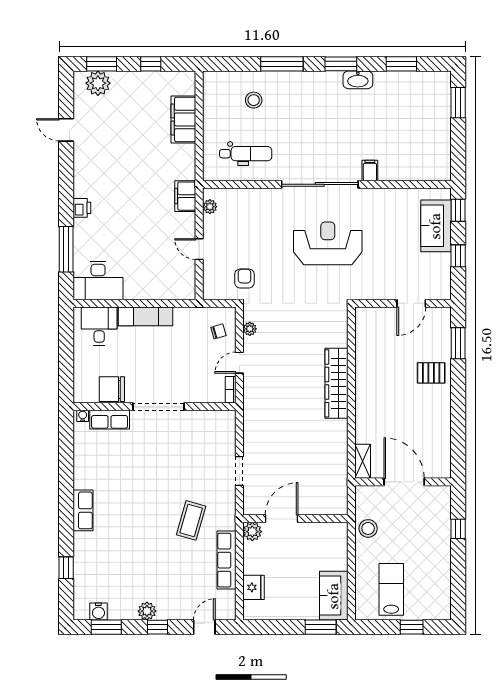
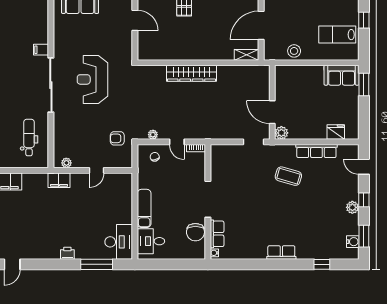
door: (282, 519) -> (272, 112), moved
wall: (295, 519) -> (272, 102), moved
plant: (252, 532) -> (281, 133), moved

